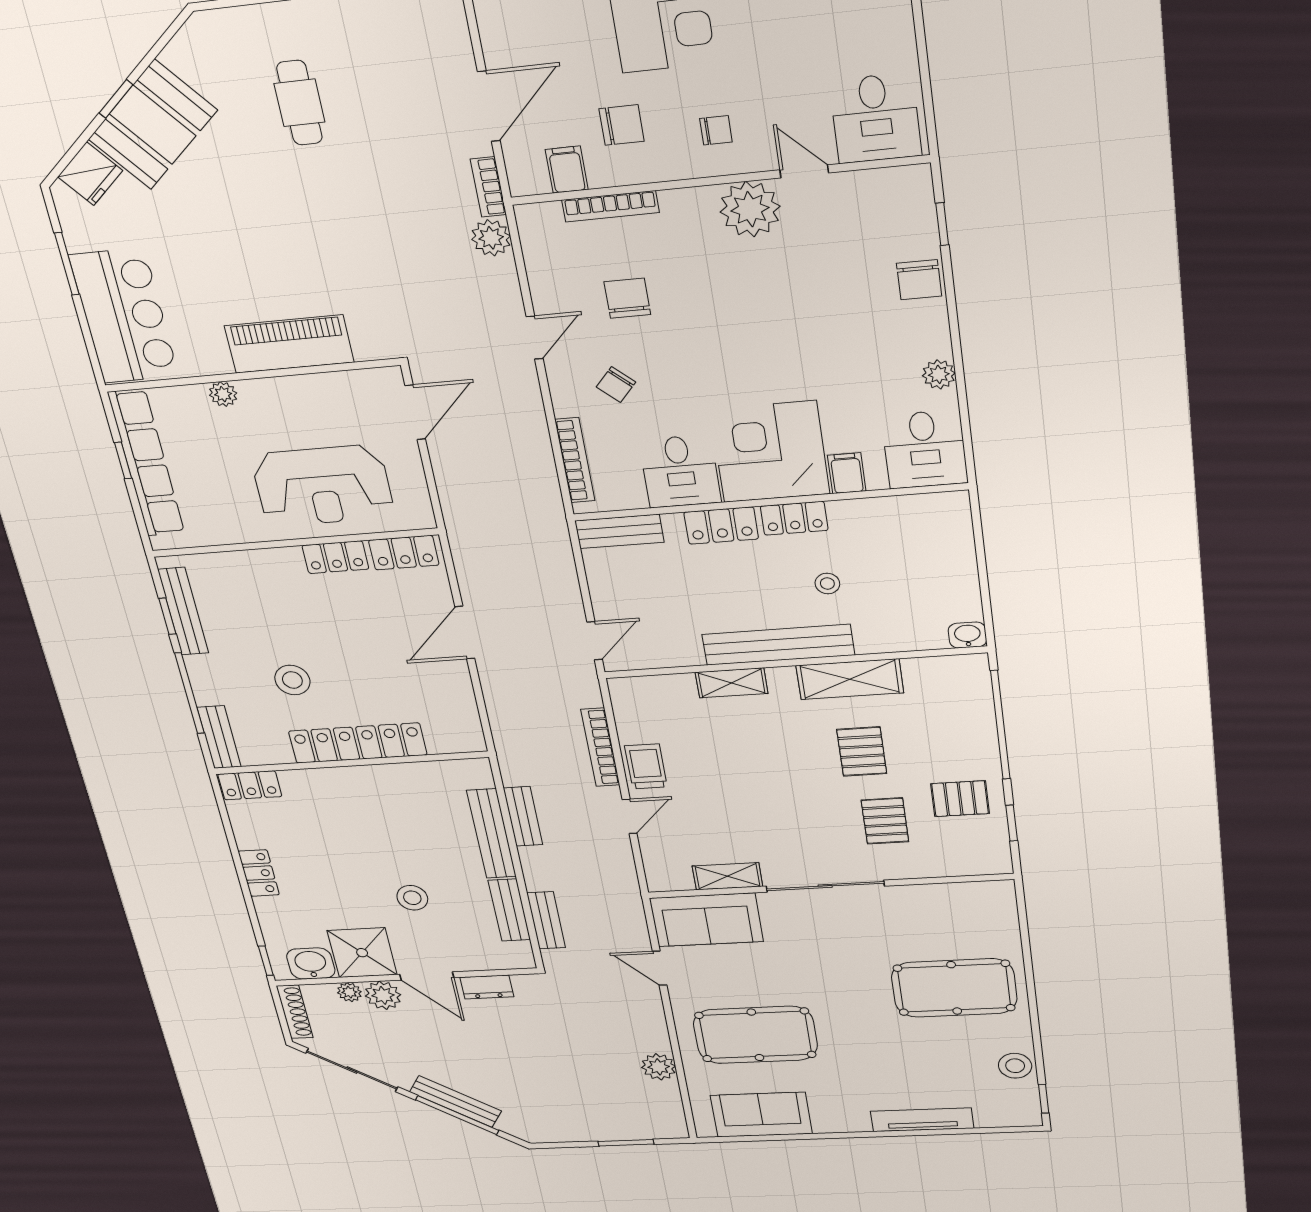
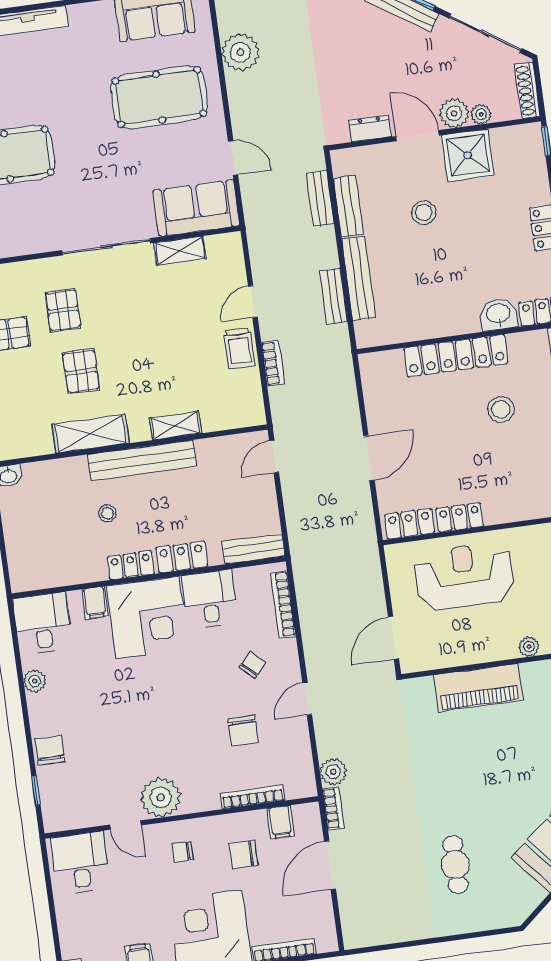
bookcase: (600, 747) -> (273, 363), width x0.64
washbasin: (311, 964) -> (498, 314), moved, turned 180
plant: (659, 1067) -> (240, 52), width x1.36, depth x1.36

